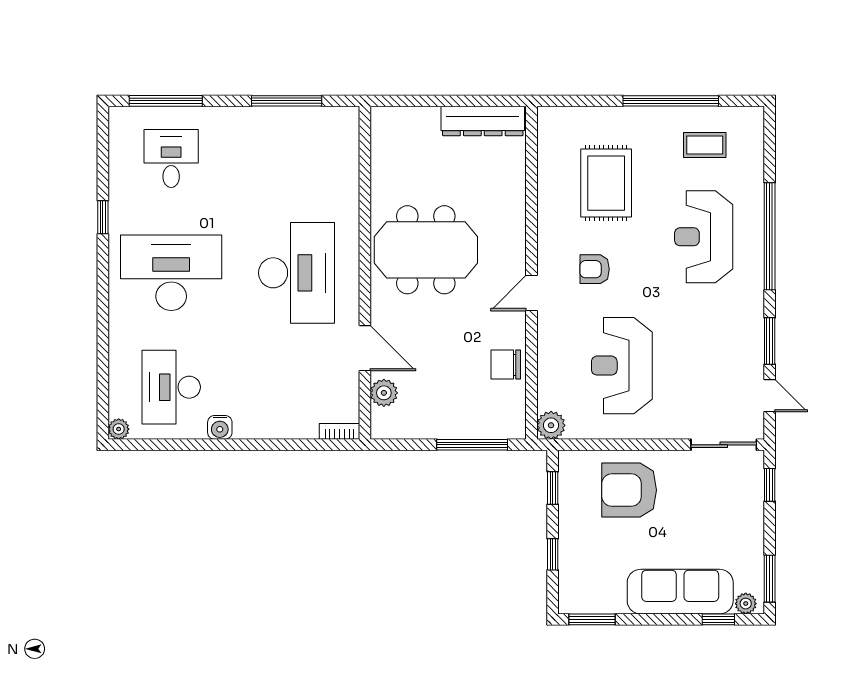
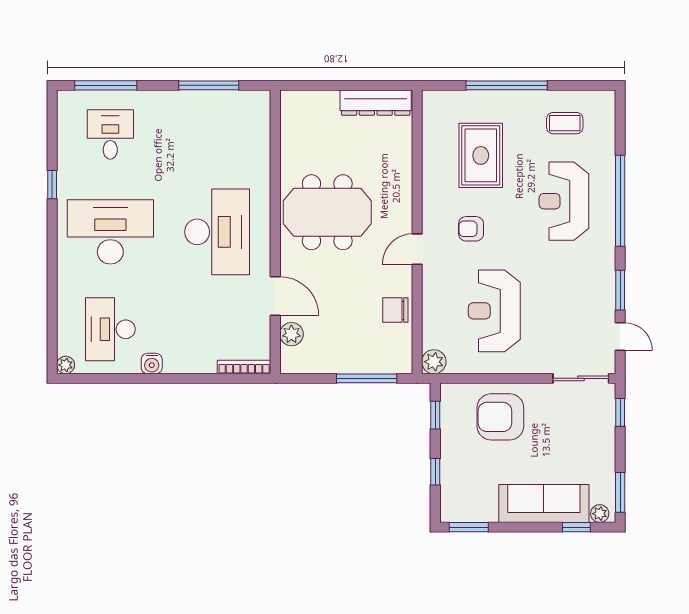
window: (671, 101) -> (507, 85), moved
bookcase: (339, 431) -> (244, 367), width x1.56

